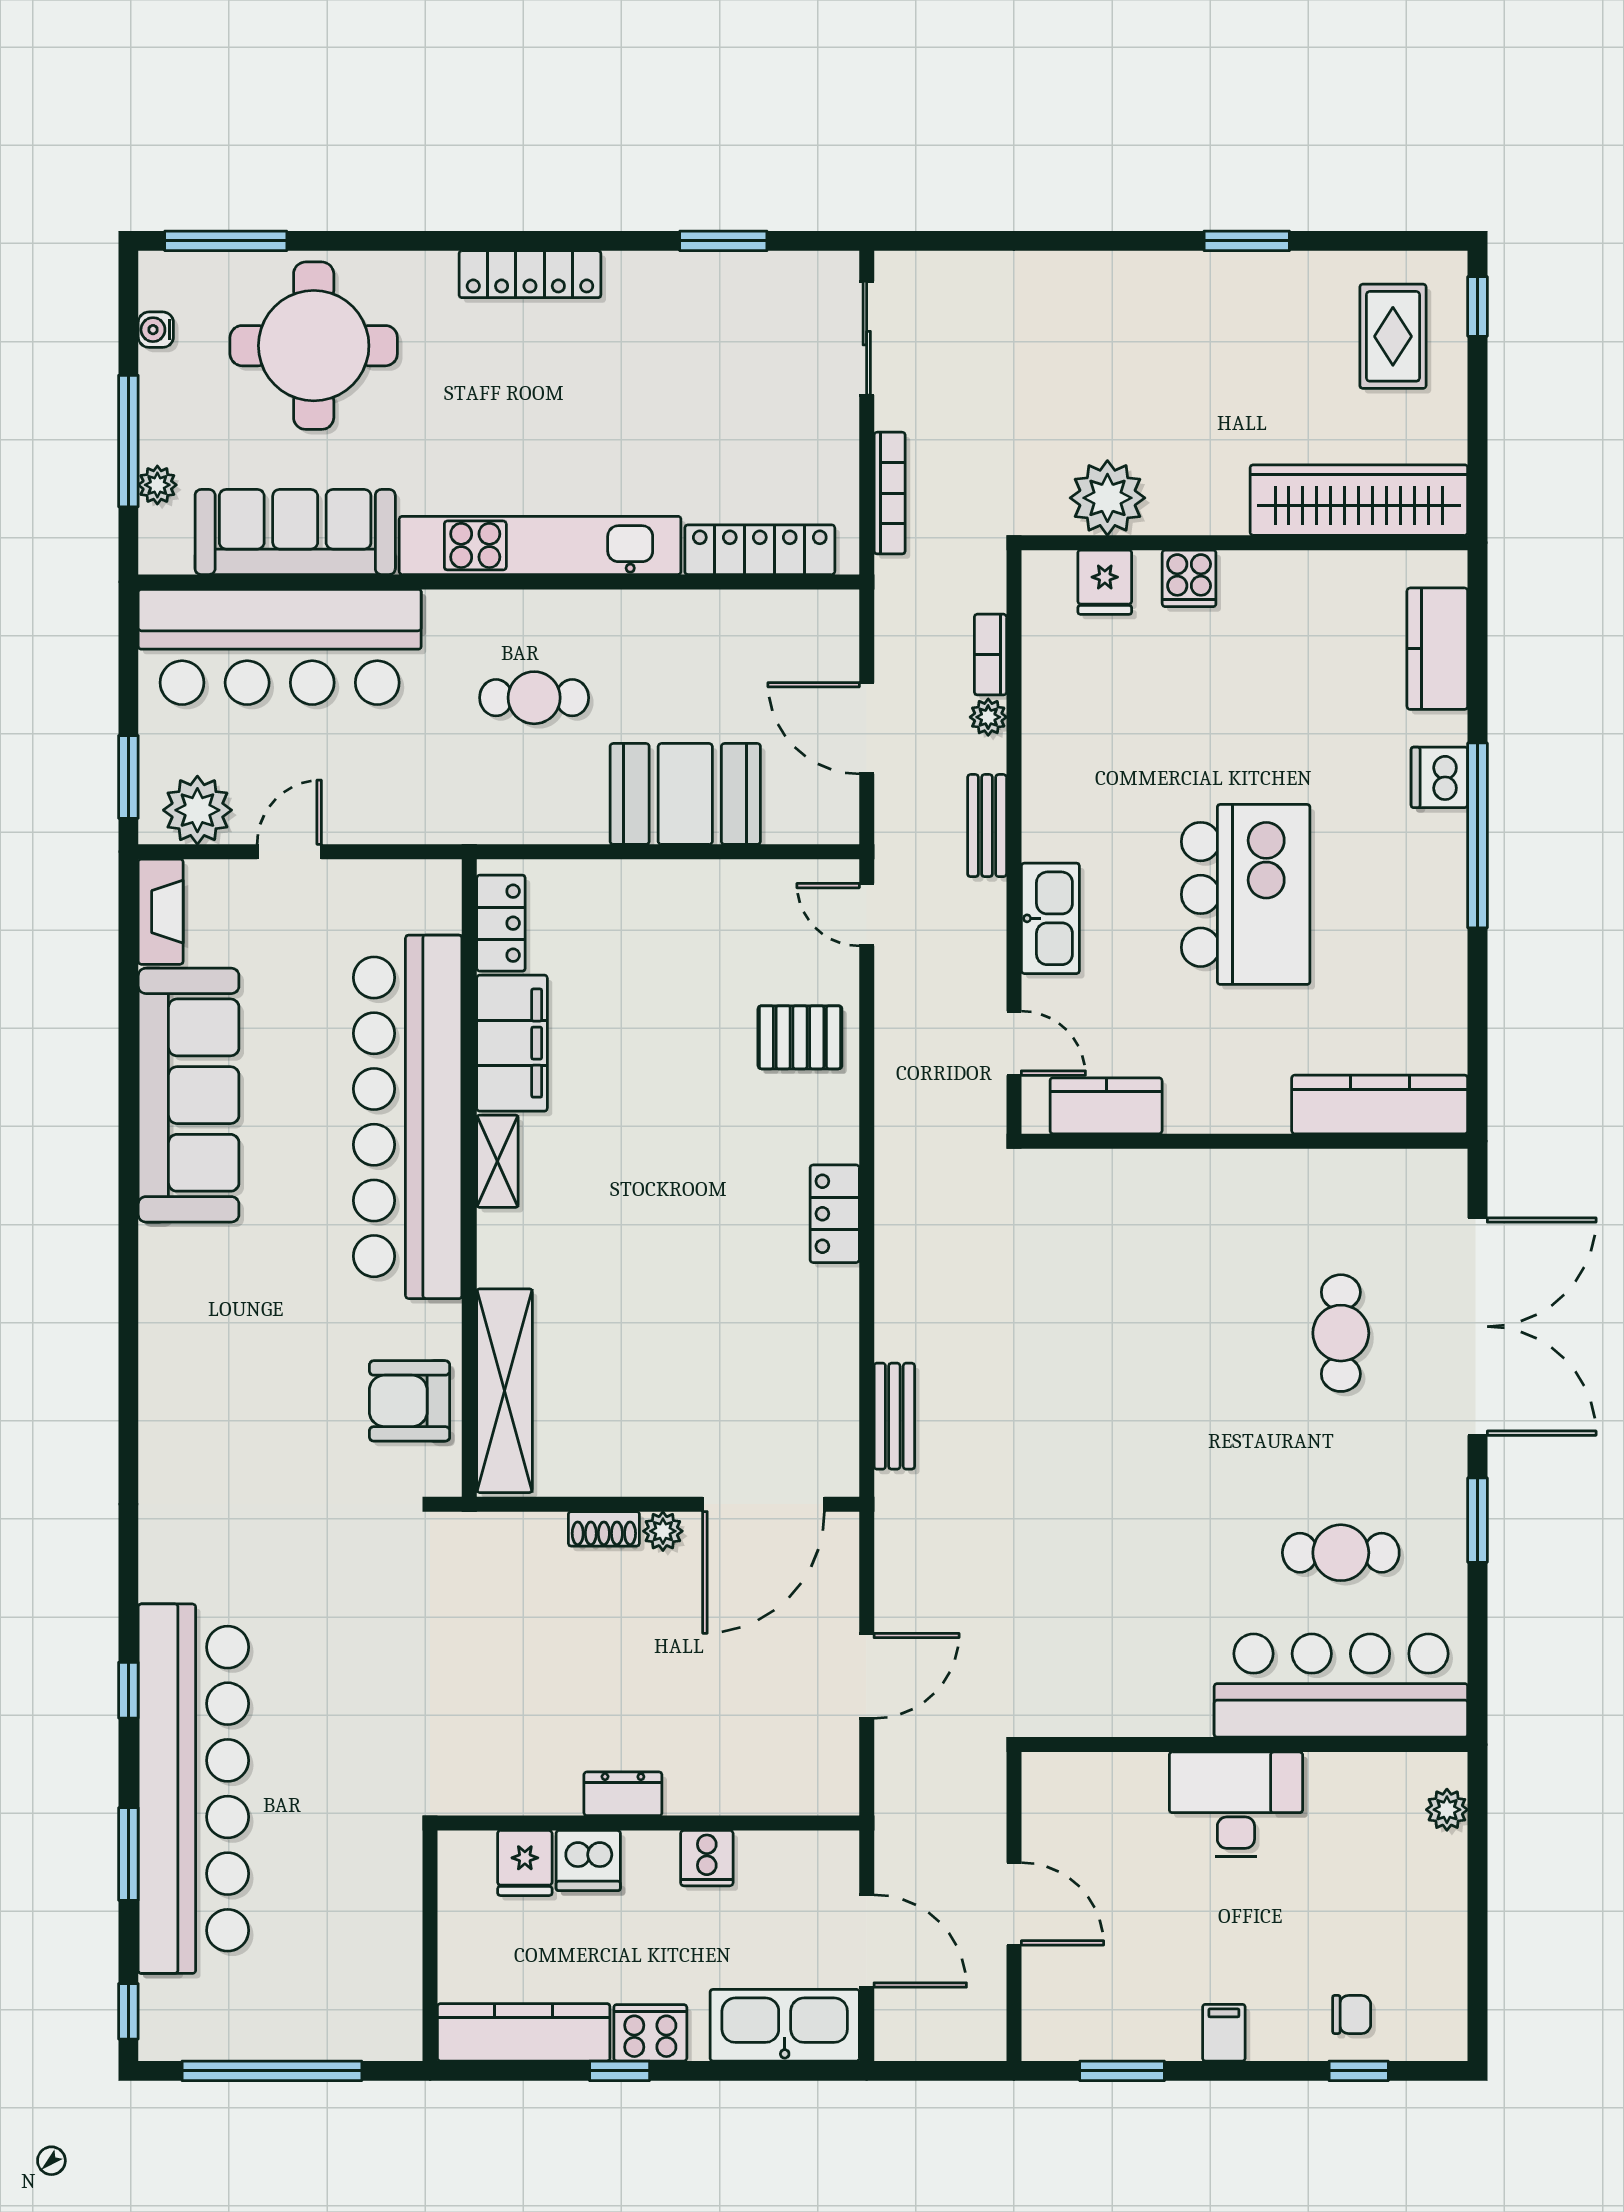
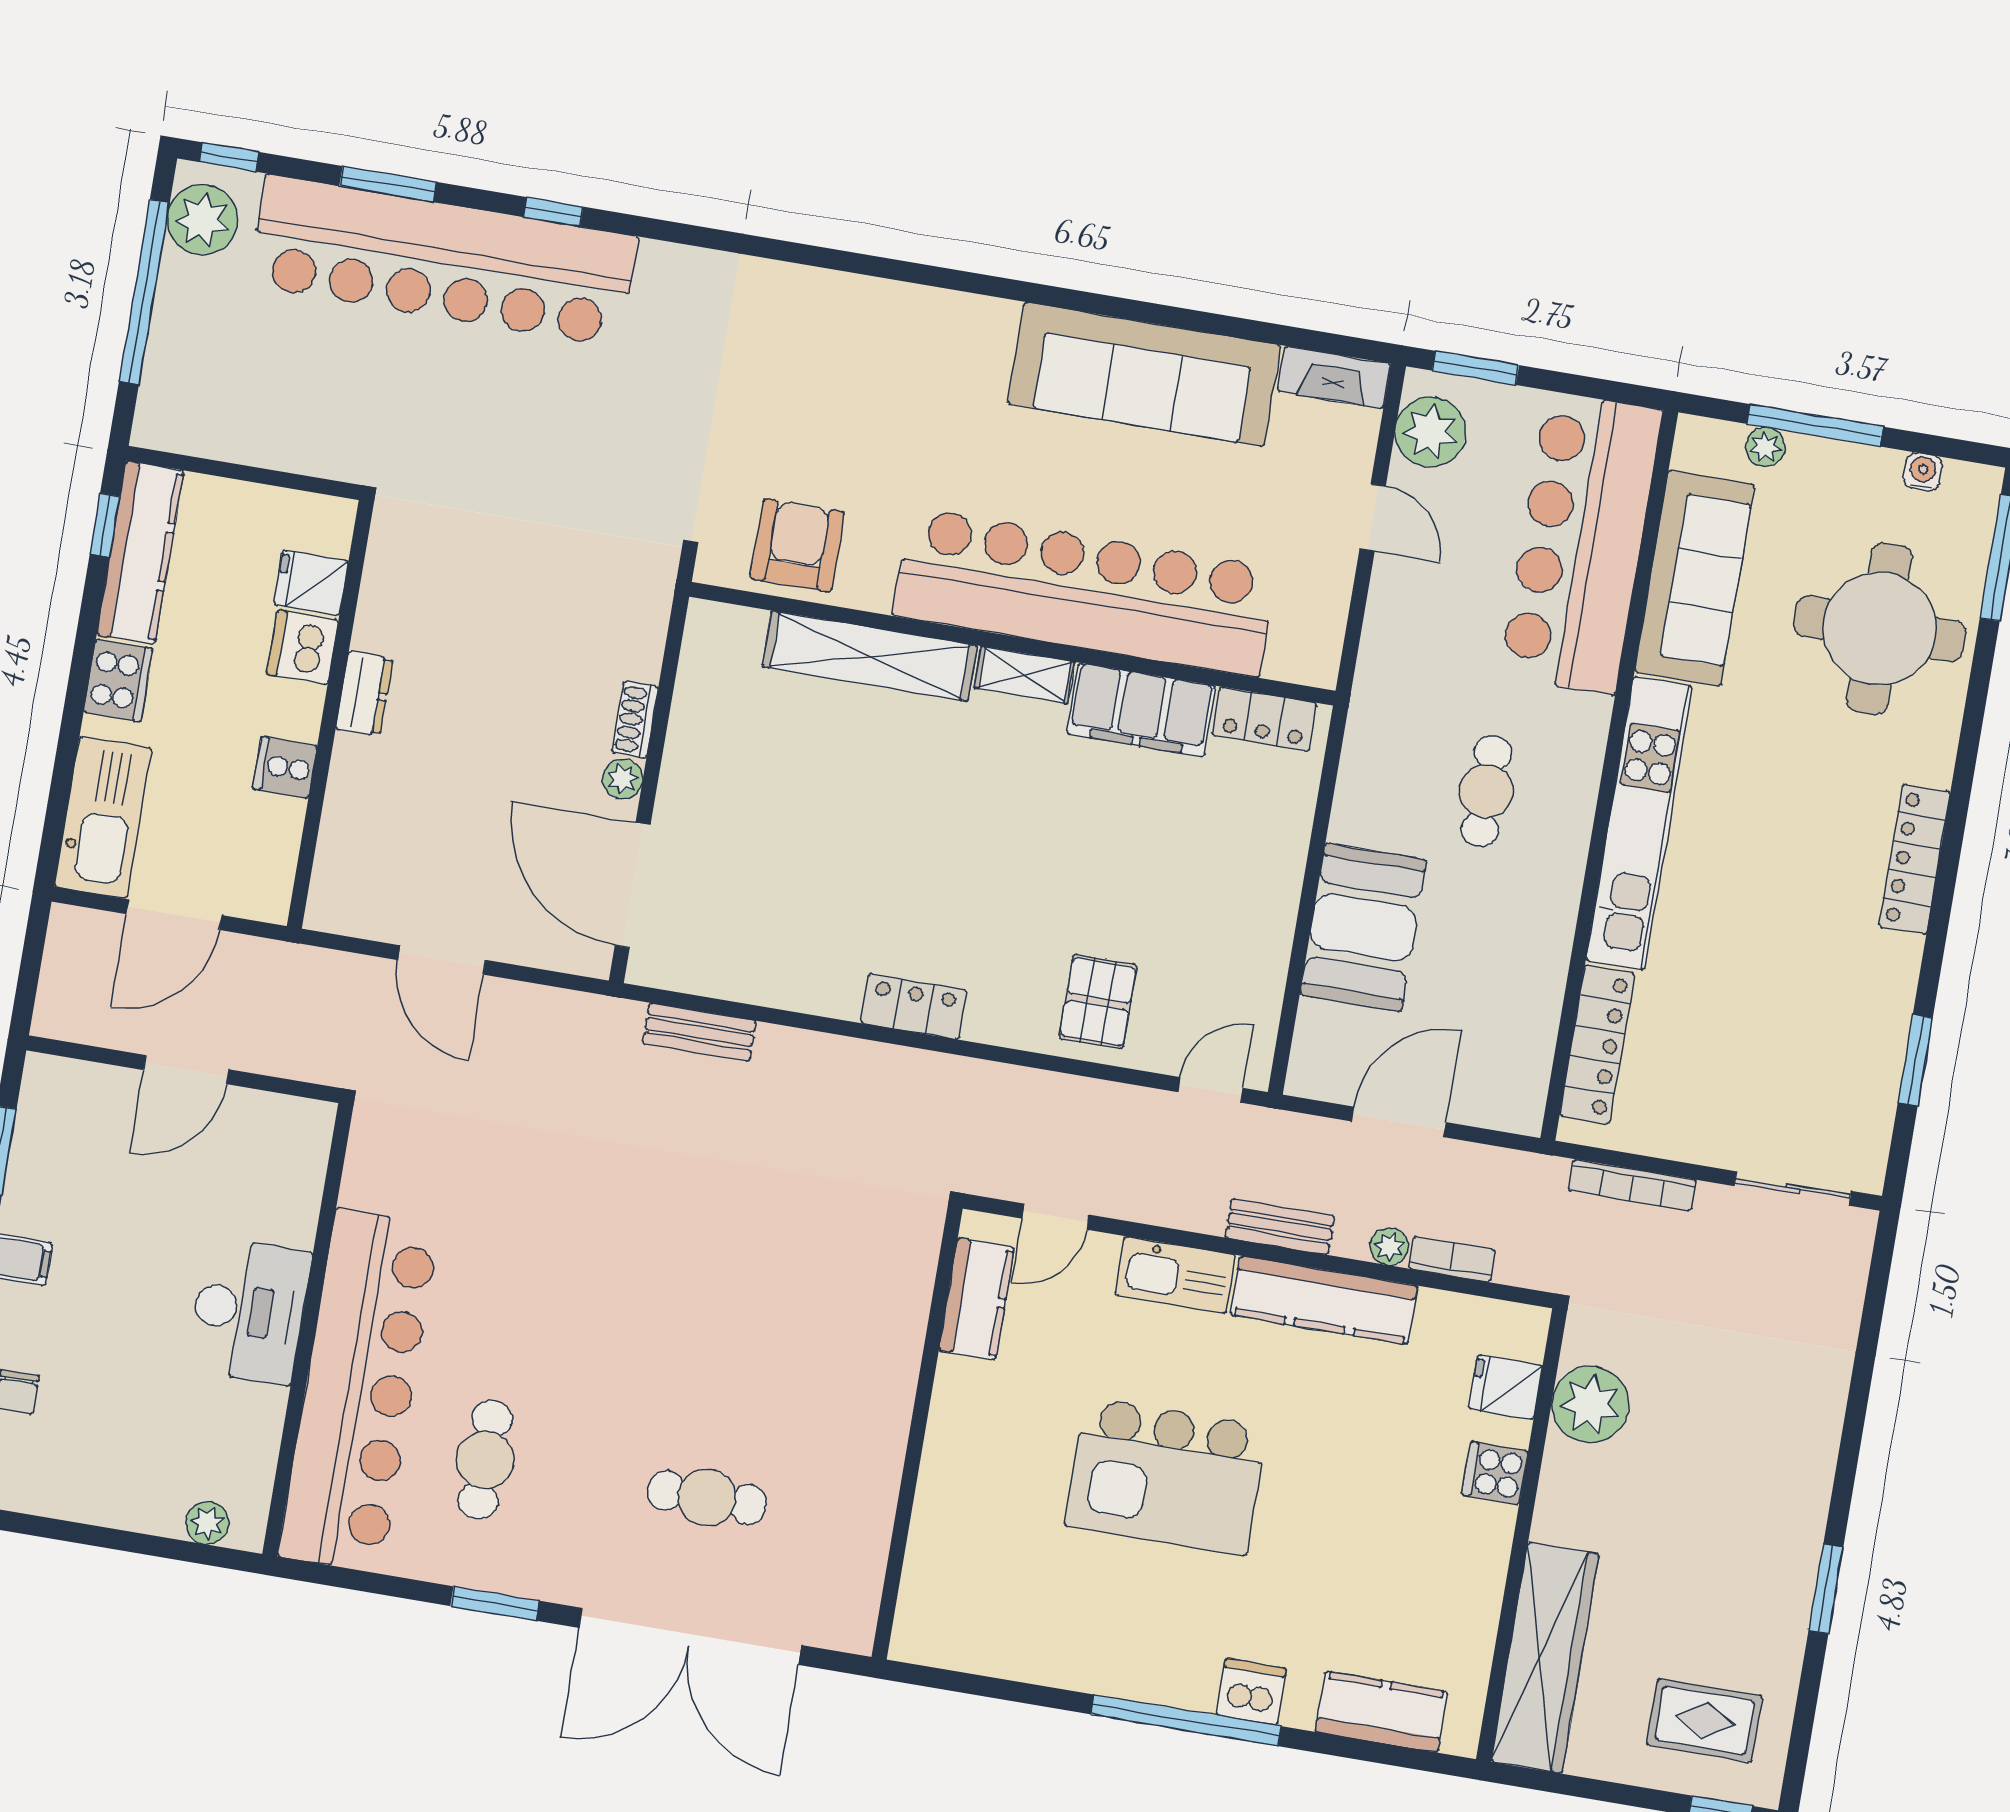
kitchen counter: (1380, 1104) -> (1324, 1300), moved, turned 90
shelving: (504, 1391) -> (870, 656), moved
bar counter: (1341, 1686) -> (359, 1391), width x1.36
plant: (193, 2027) -> (202, 220), added
window: (620, 2071) -> (105, 525), moved

